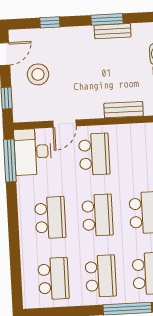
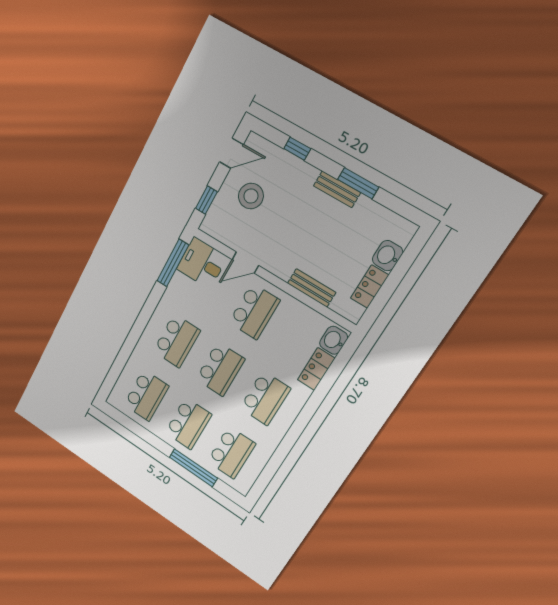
bench: (113, 31) -> (337, 189), moved
desk: (33, 152) -> (202, 263), width x0.73

